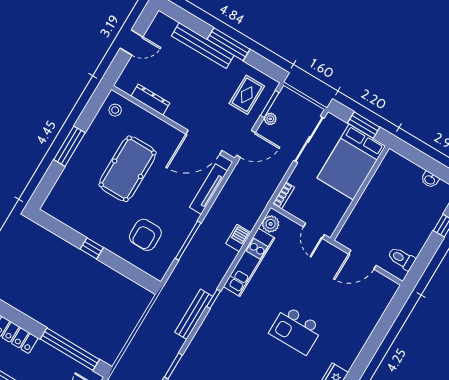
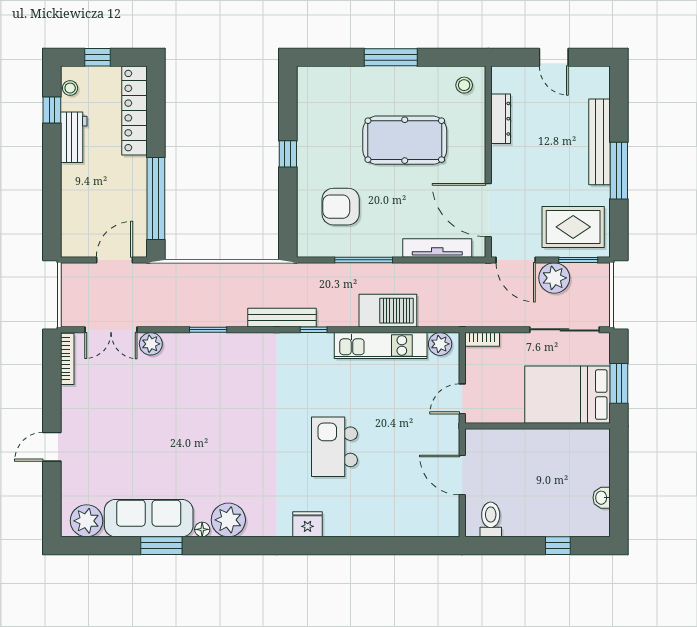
rug: (247, 95) -> (573, 227), width x1.36, depth x1.43
plant: (270, 119) -> (554, 278), width x1.88, depth x1.88
barbecue: (238, 238) -> (388, 311), width x1.88, depth x1.53

